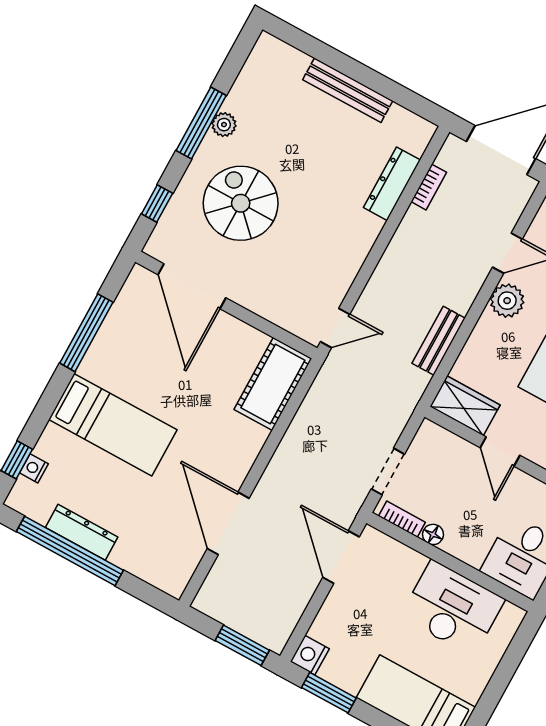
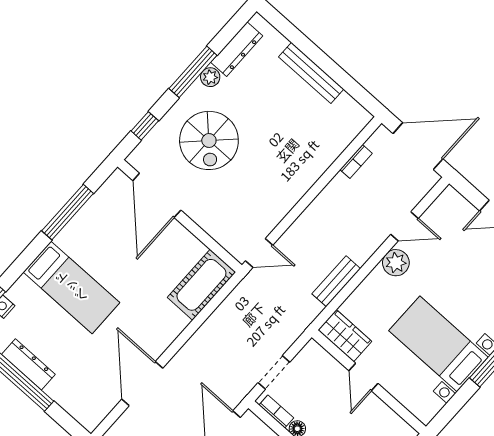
dresser: (392, 184) -> (237, 49), moved, turned 180
spiral stairs: (241, 203) -> (209, 140), turned 180

